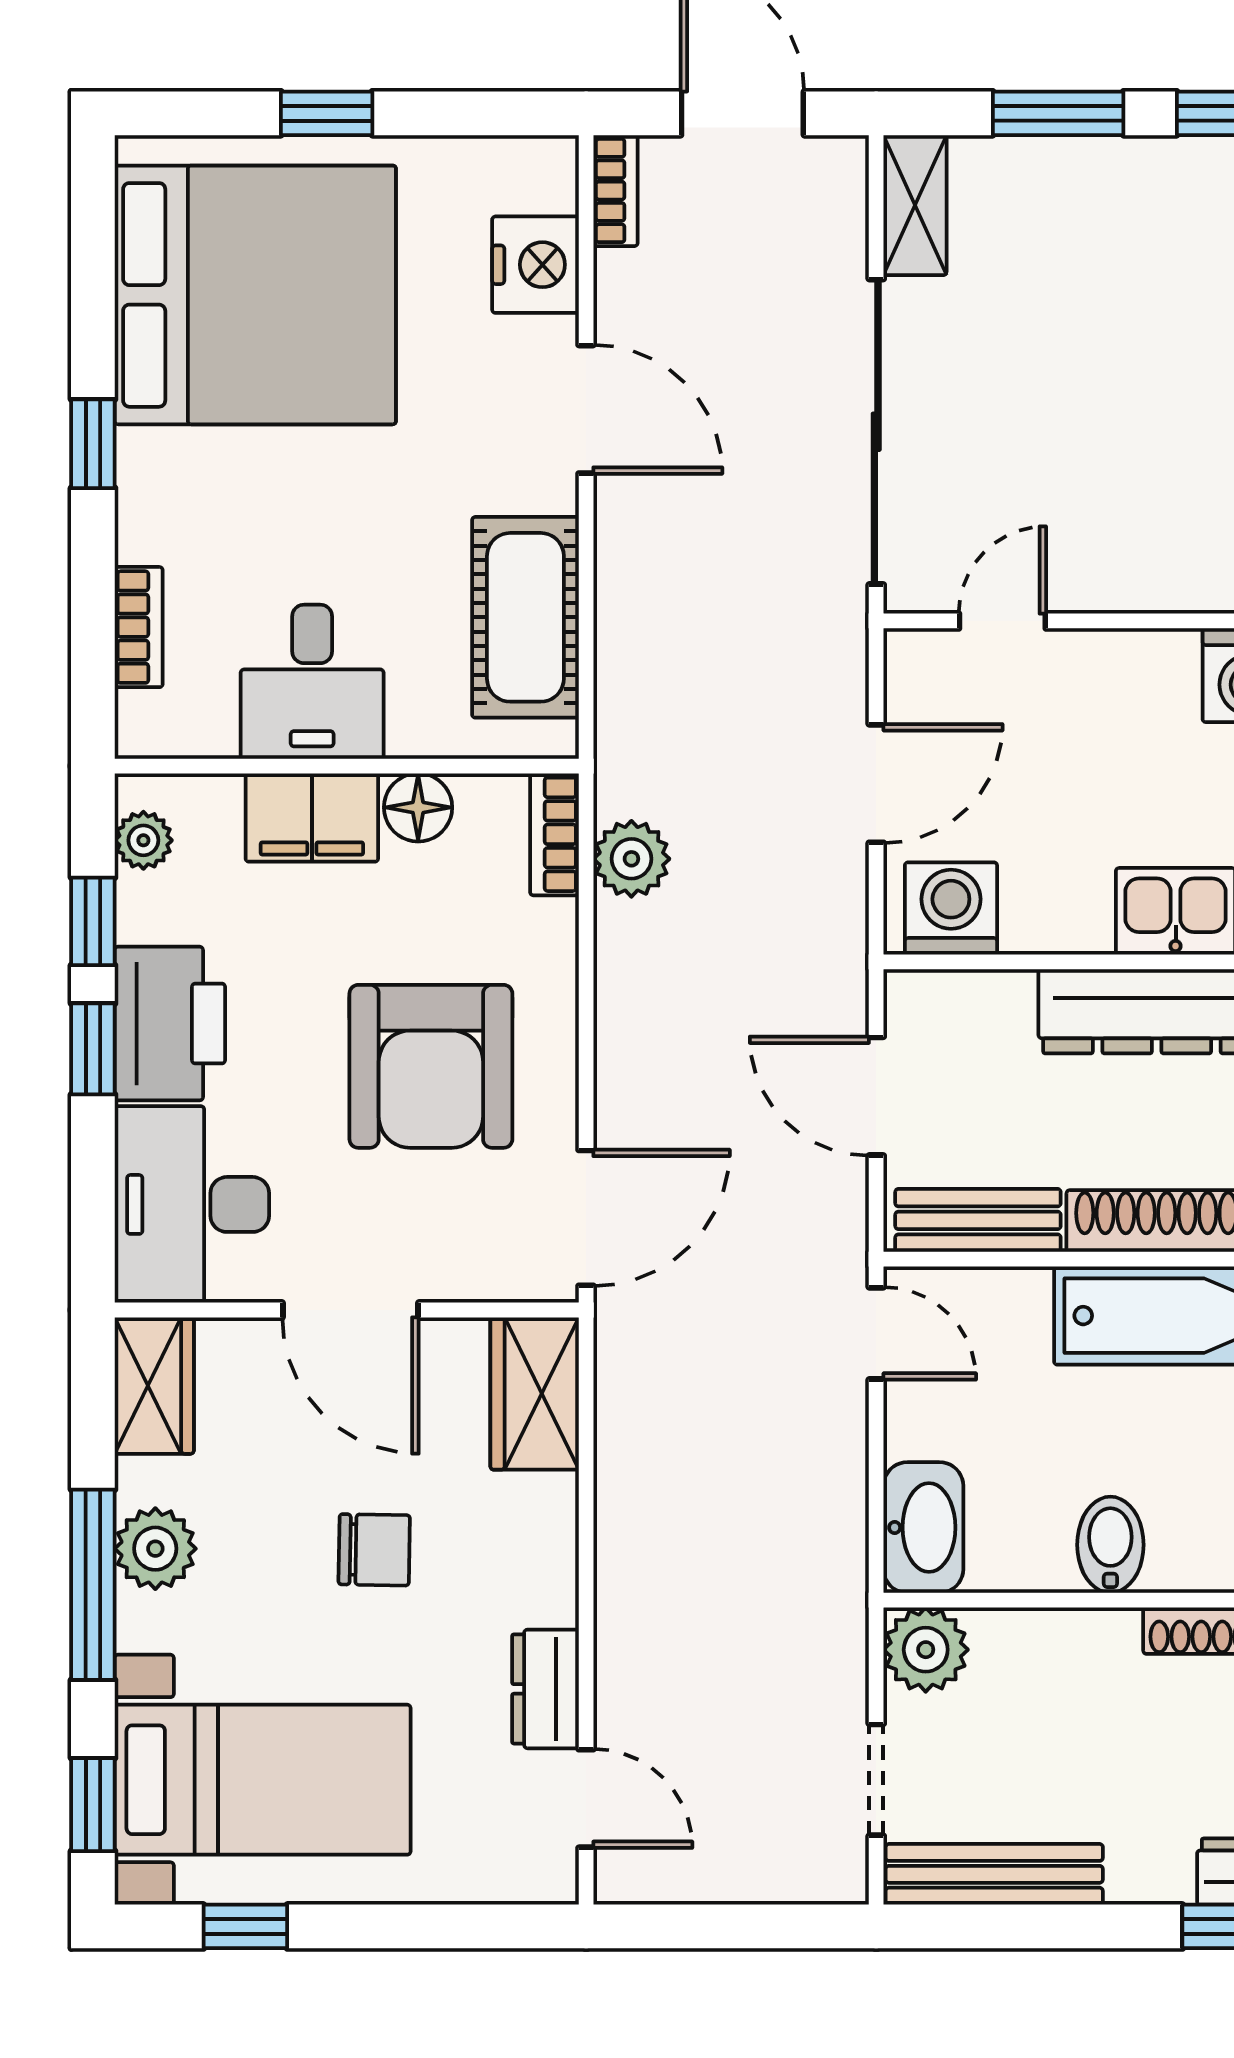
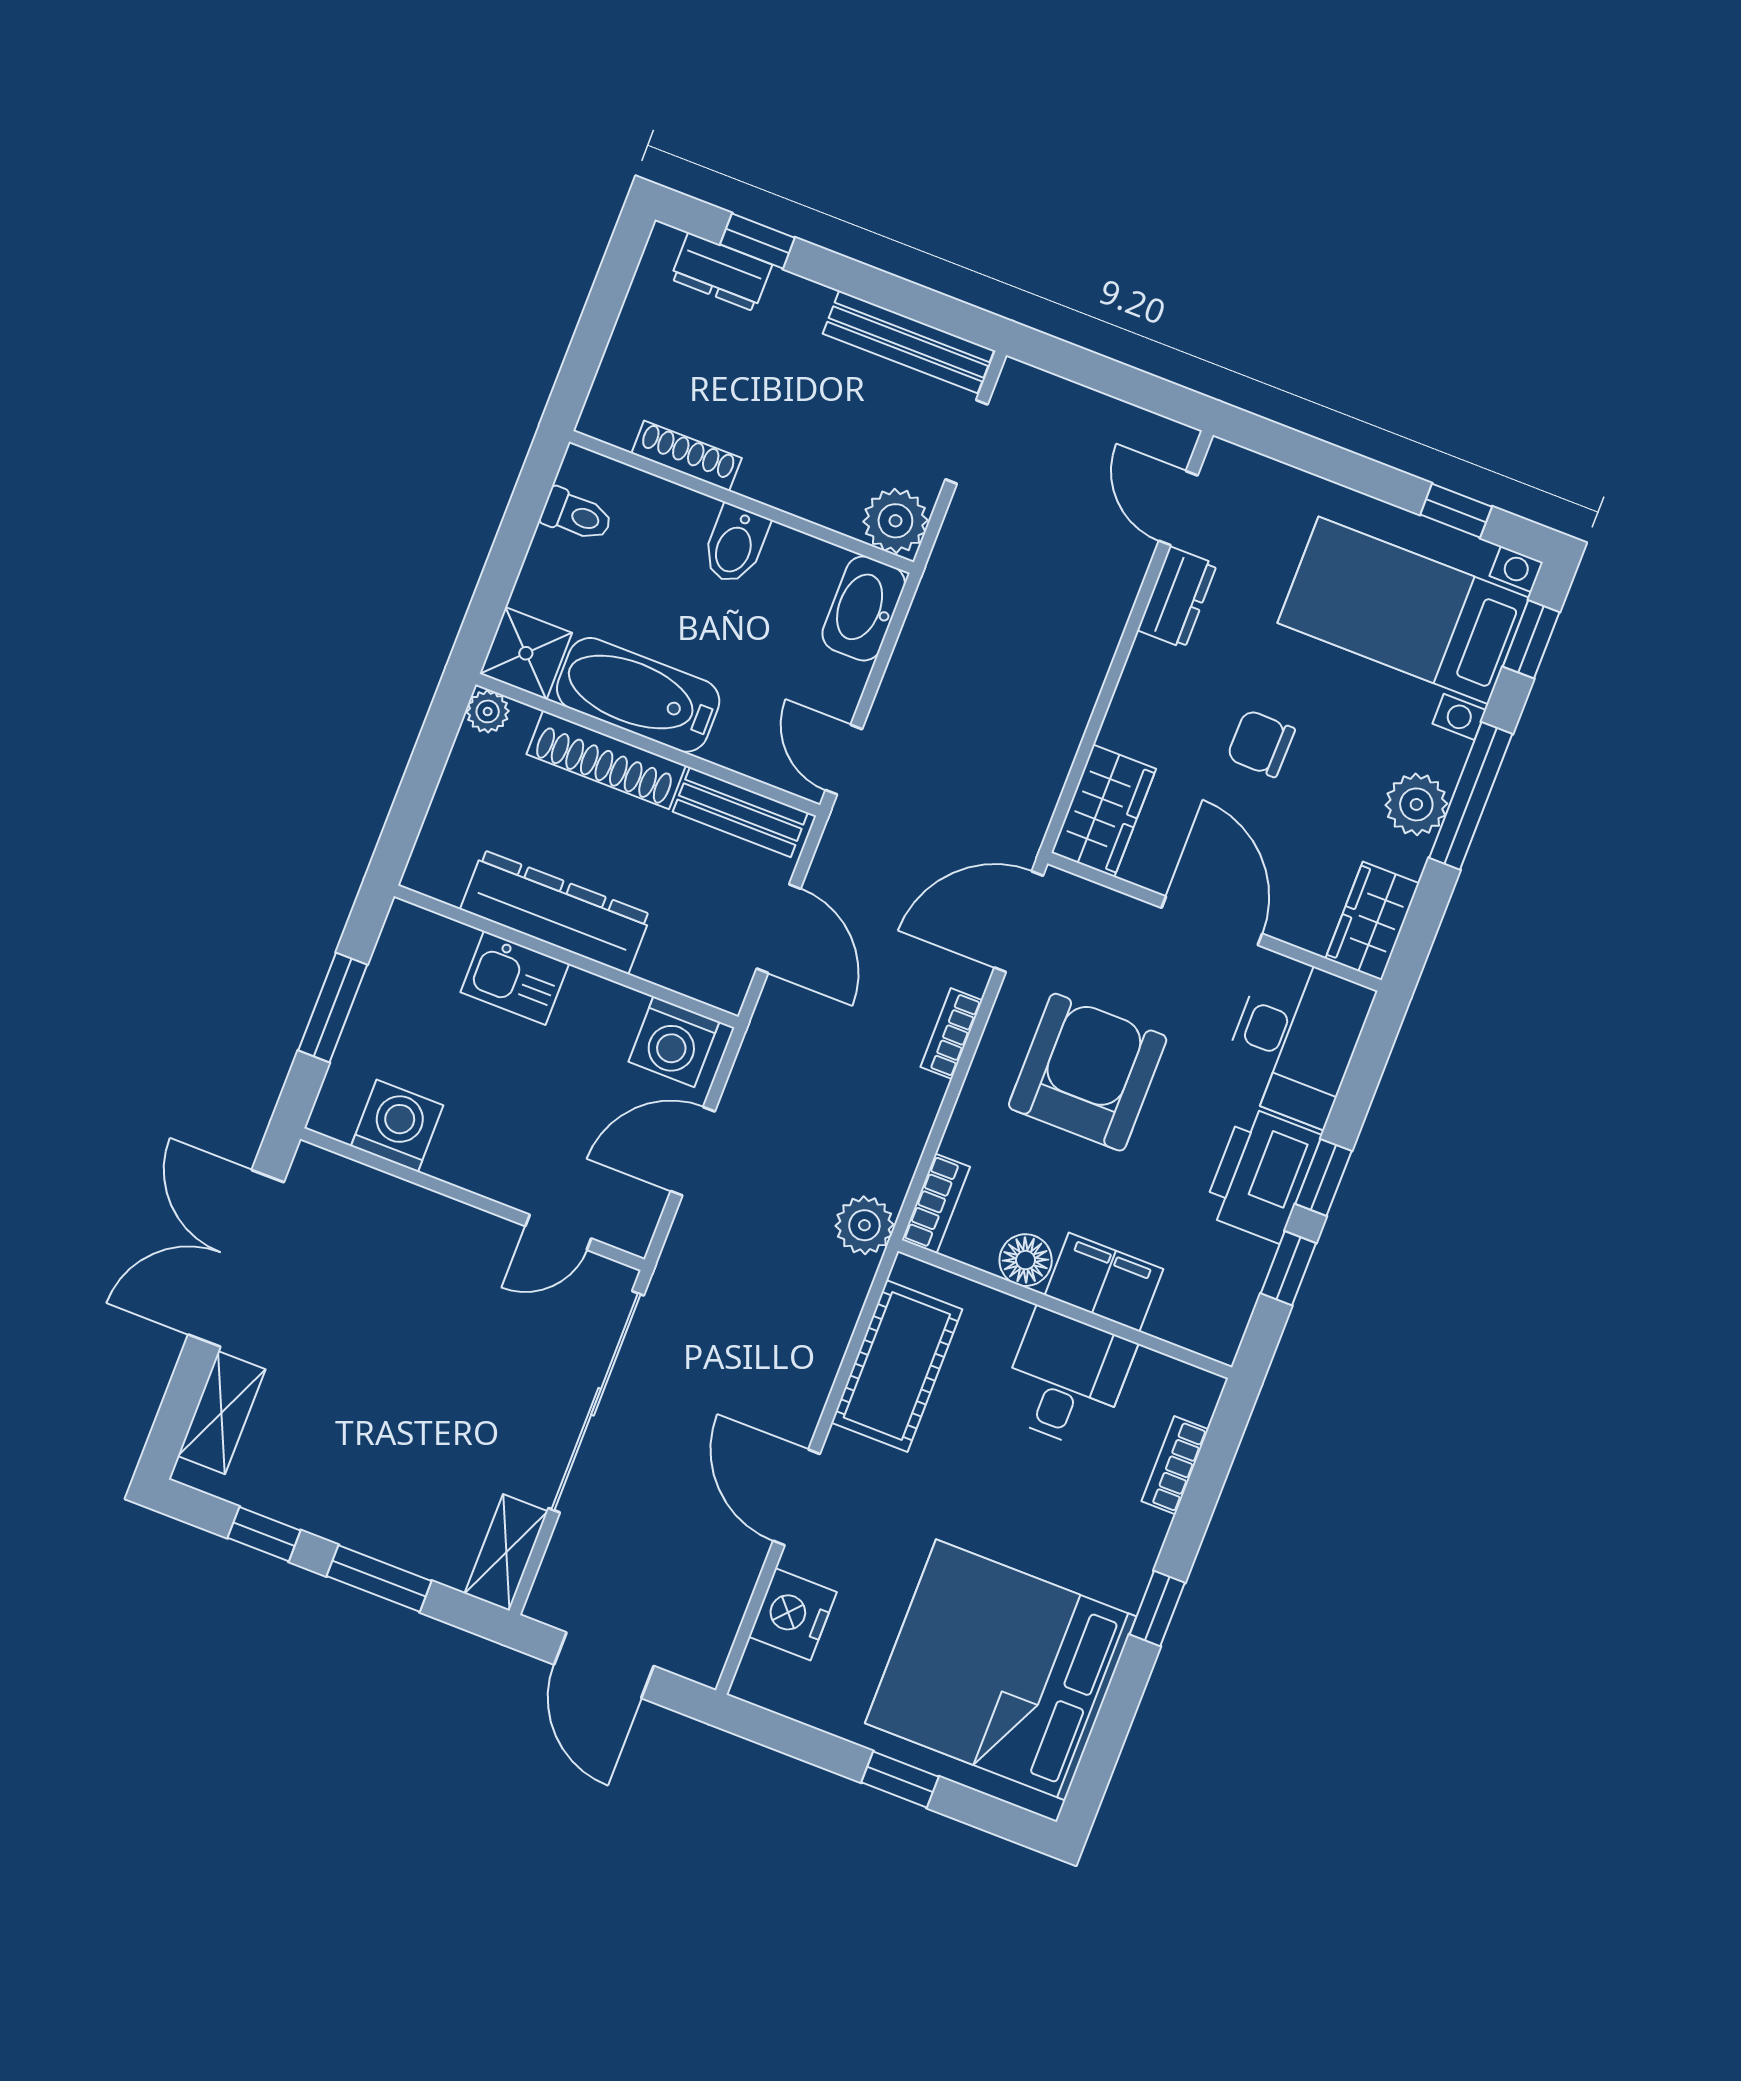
bookcase: (616, 191) -> (951, 1034), moved
plant: (143, 840) -> (1230, 1312), removed
plant: (631, 859) -> (864, 1225), moved

